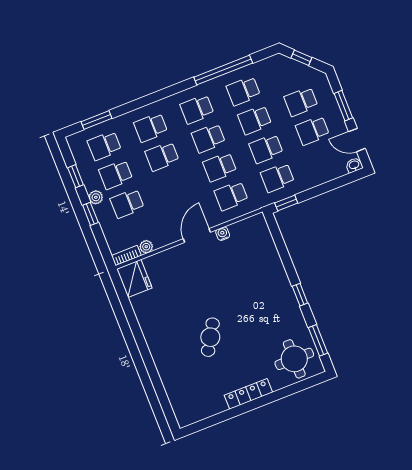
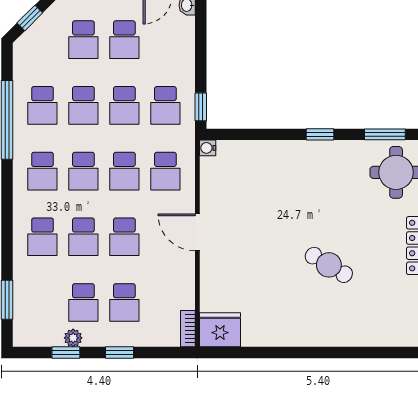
school desk: (104, 146) -> (124, 237), moved
plant: (96, 197) -> (73, 338), moved
water cooler: (223, 234) -> (208, 148), moved
plant: (146, 247) -> (187, 300), removed

